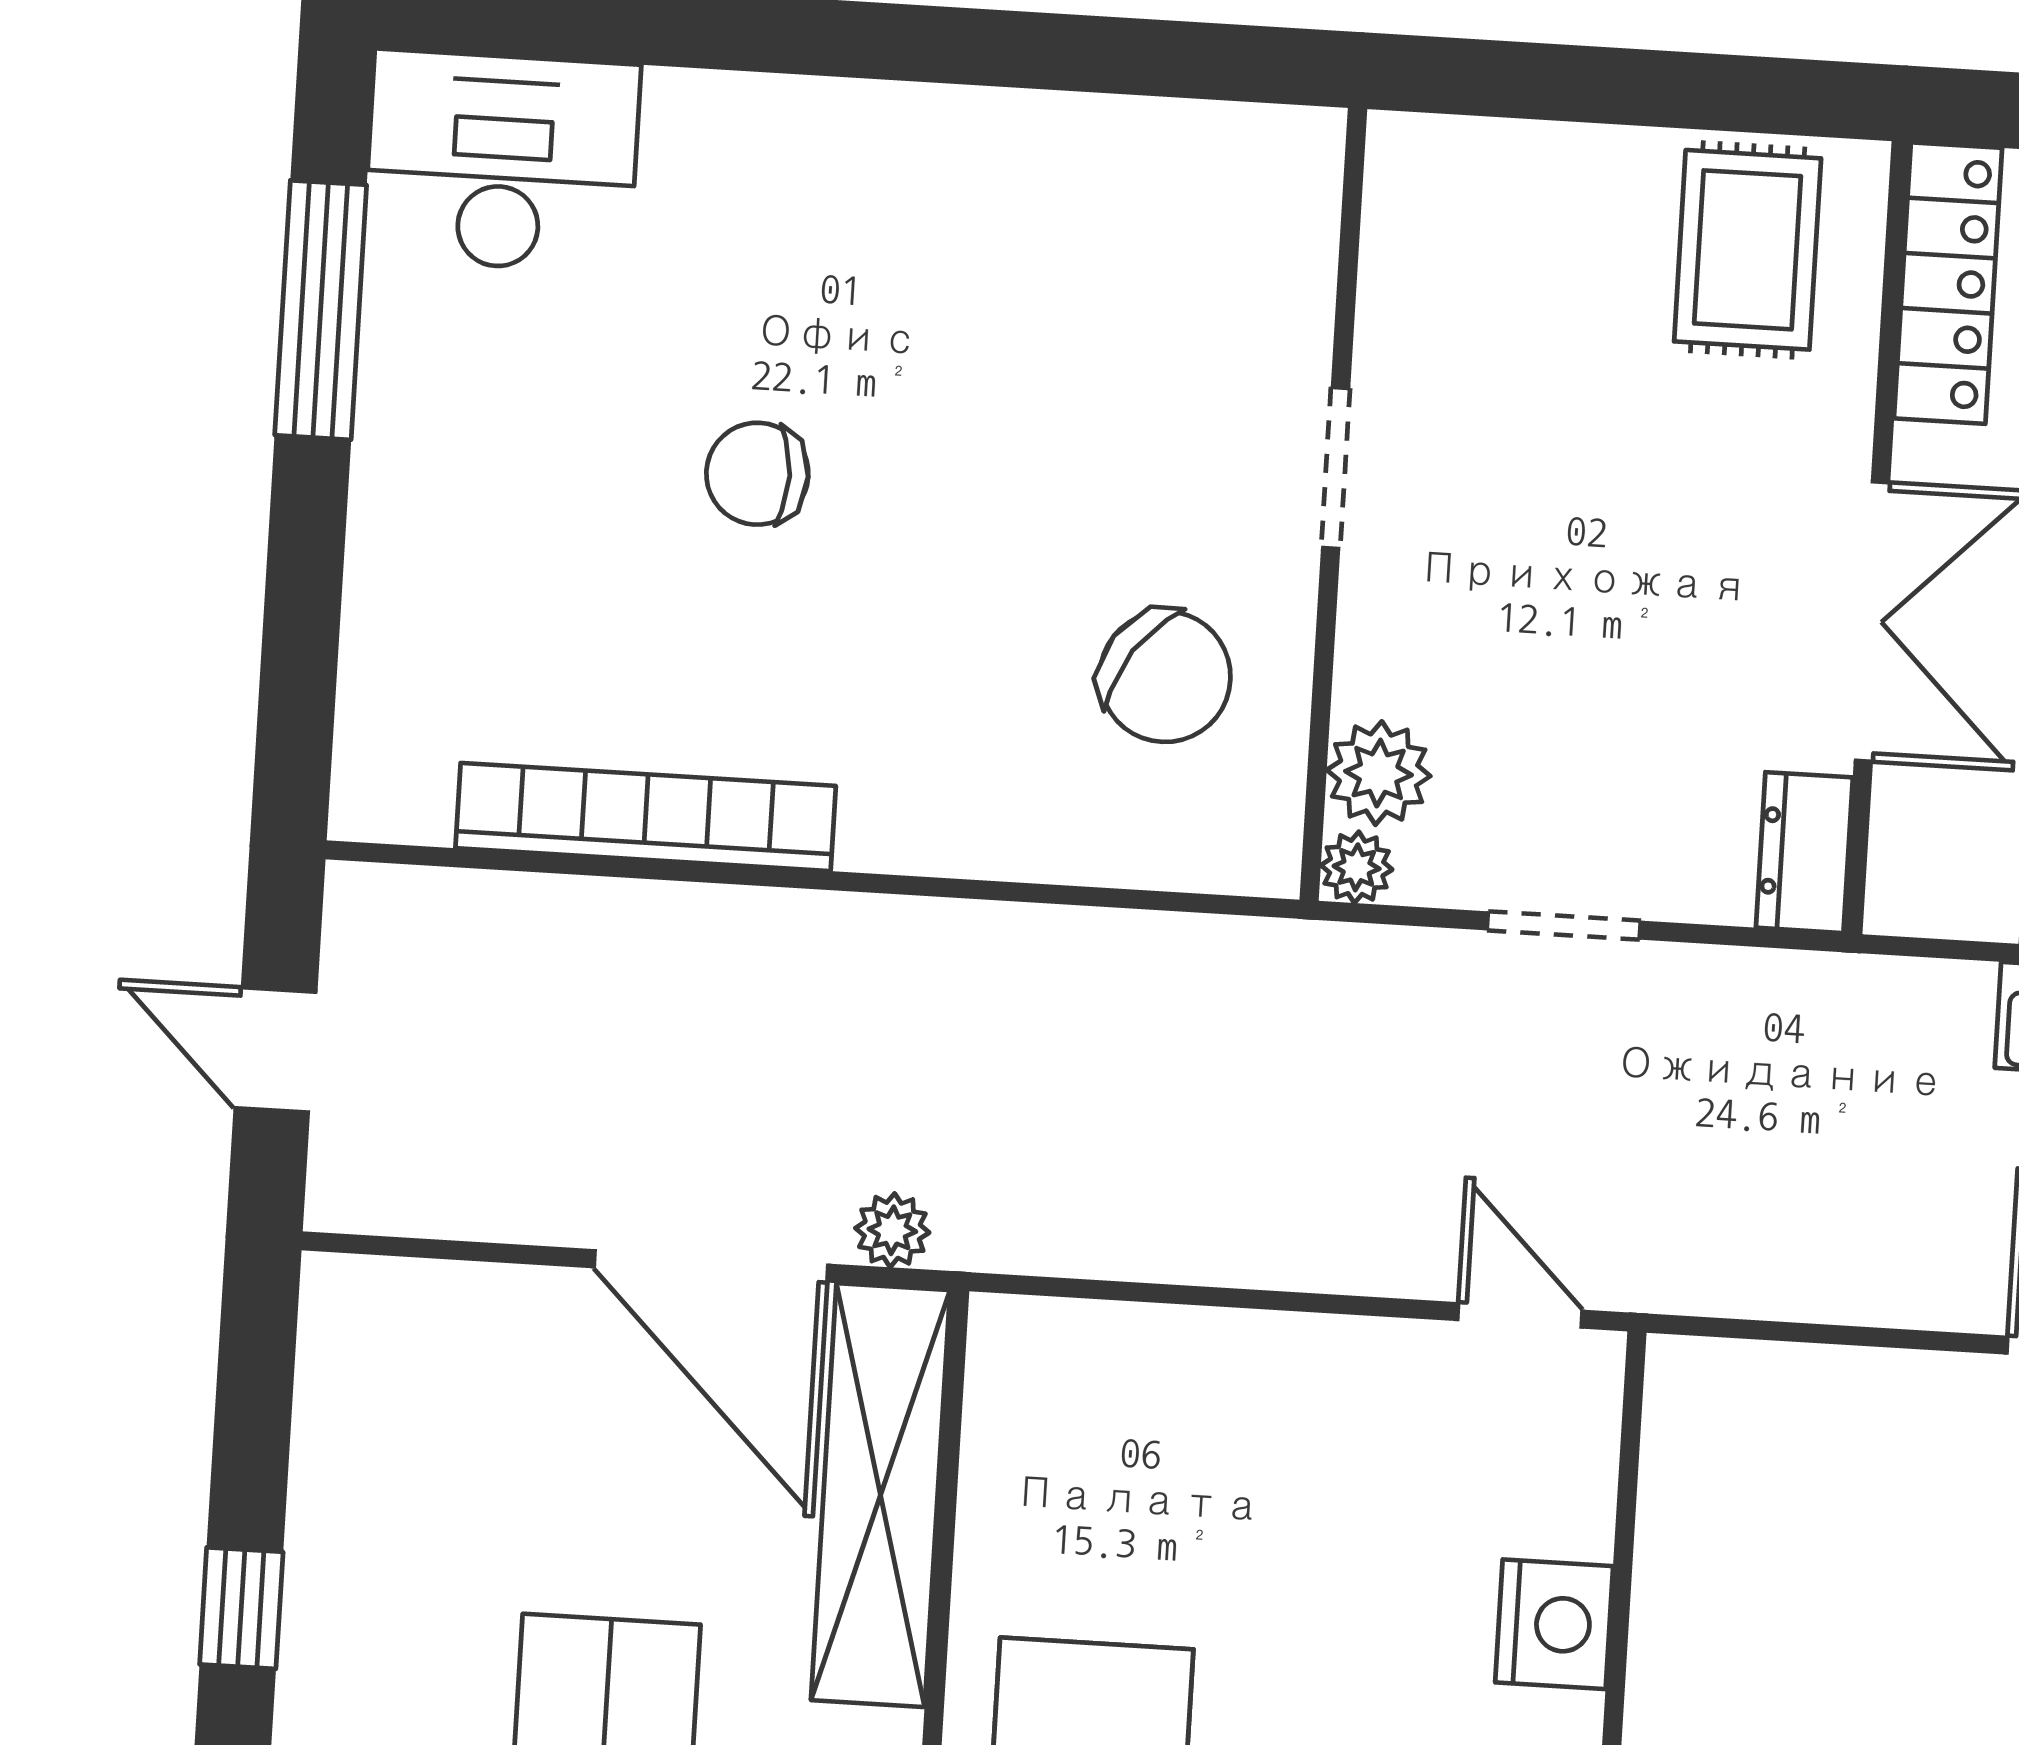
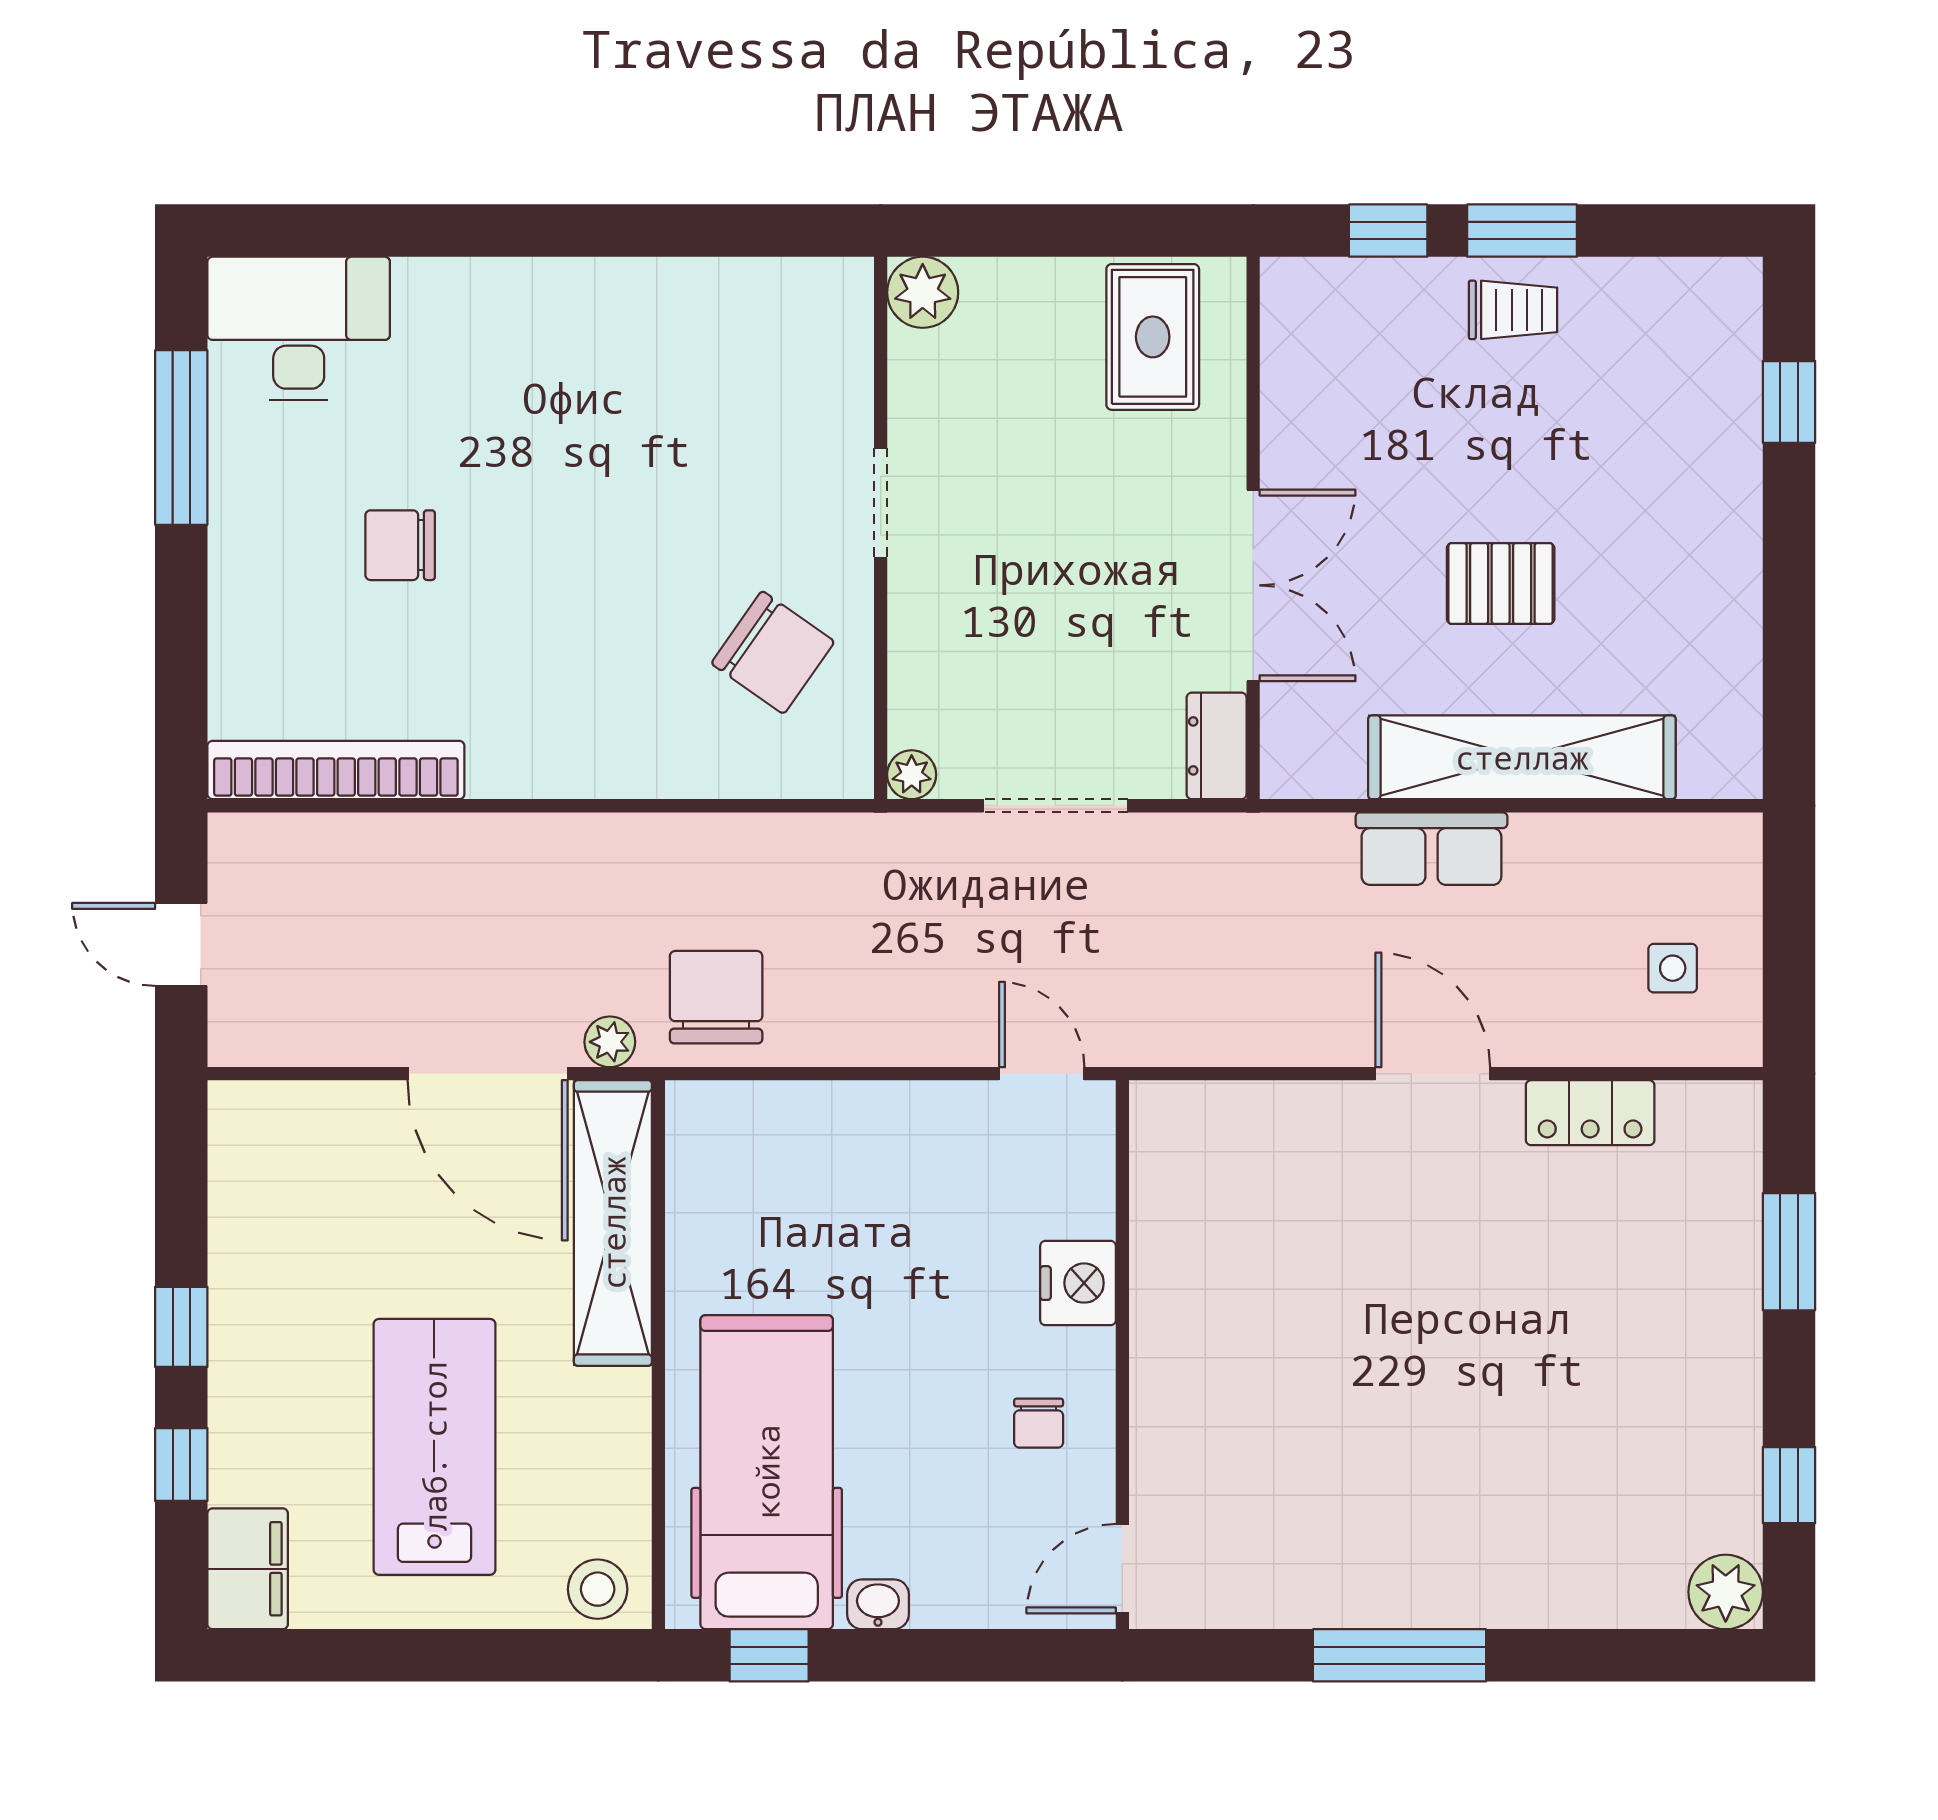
locker: (1948, 283) -> (1291, 351), removed
chair: (757, 474) -> (400, 545), moved
plant: (1379, 773) -> (923, 292), moved
bookcase: (646, 817) -> (336, 770), moved
doorway: (1564, 925) -> (1055, 806), width x1.38
chair: (1051, 1175) -> (716, 997), added

